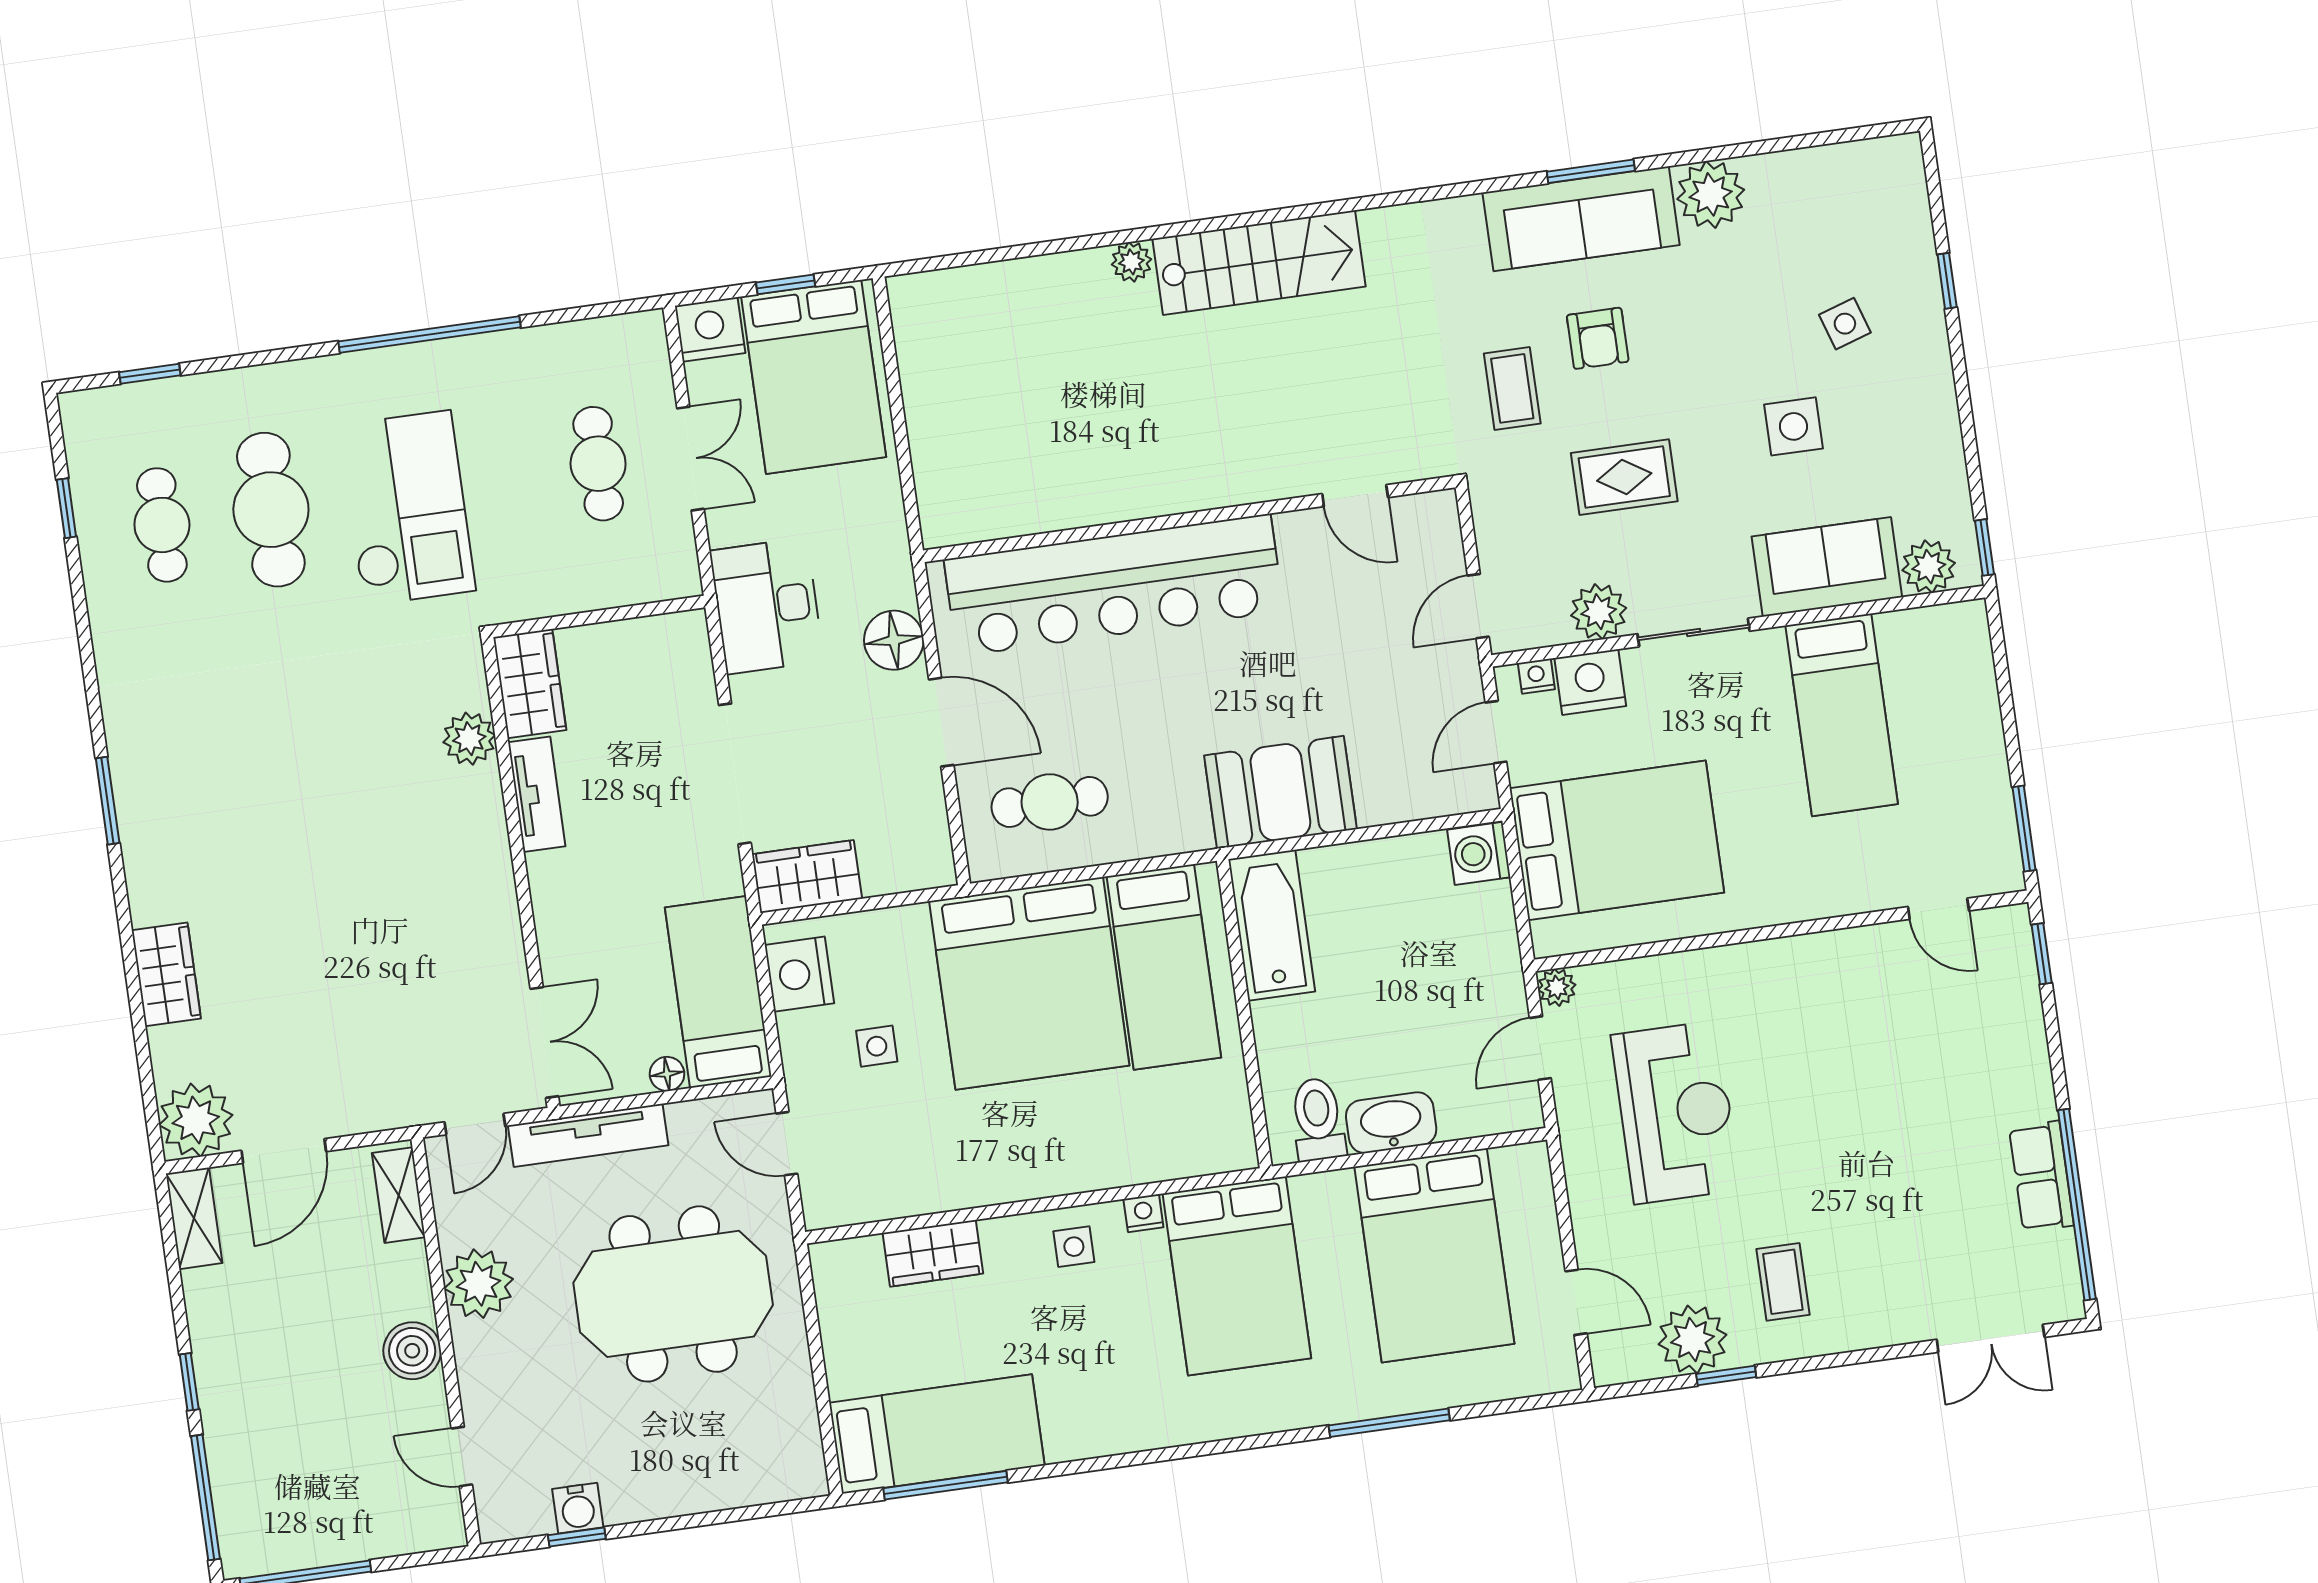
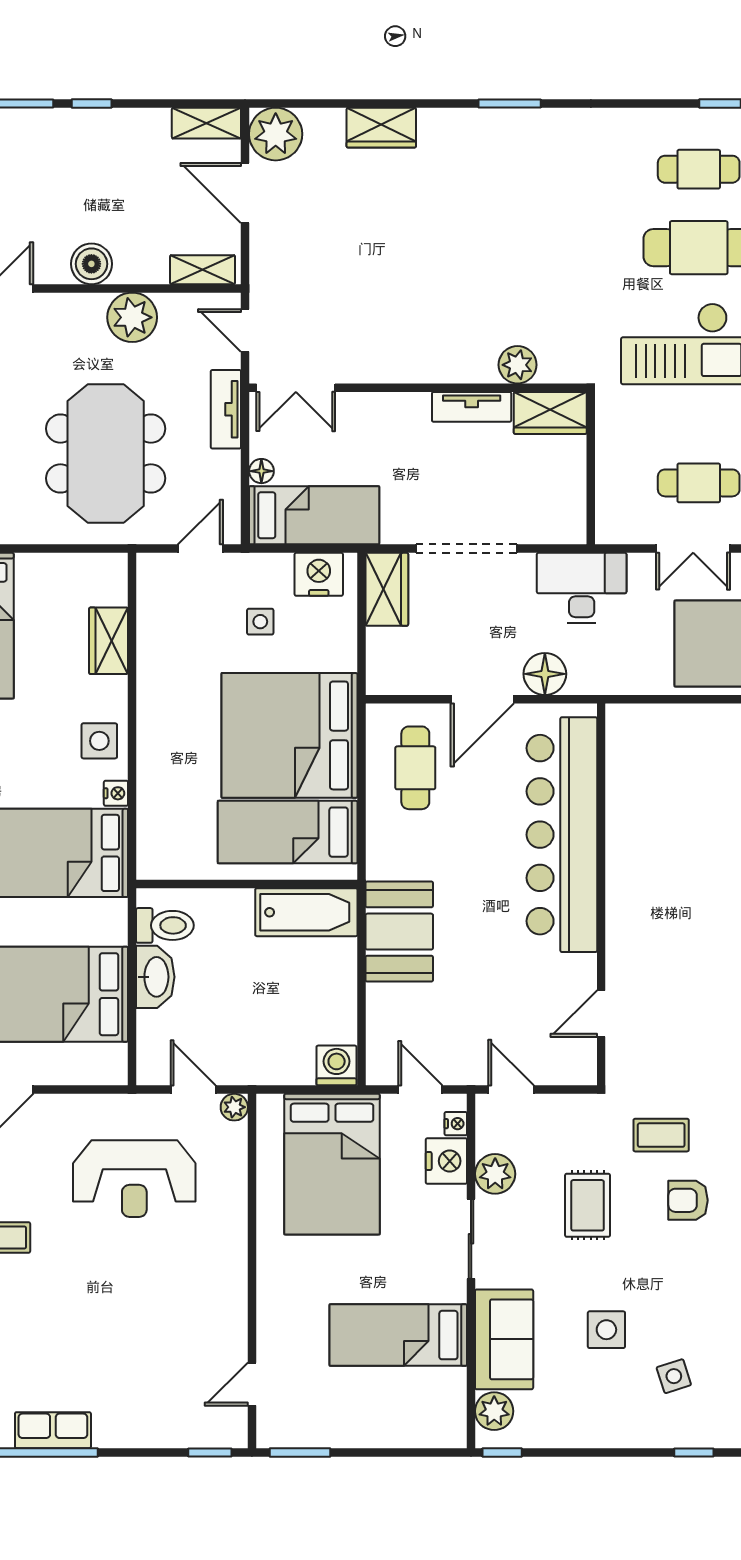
tv unit: (588, 1135) -> (226, 409), width x0.71
side table: (1074, 1247) -> (99, 741), width x1.37, depth x1.37

